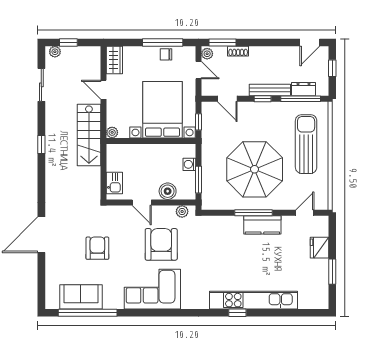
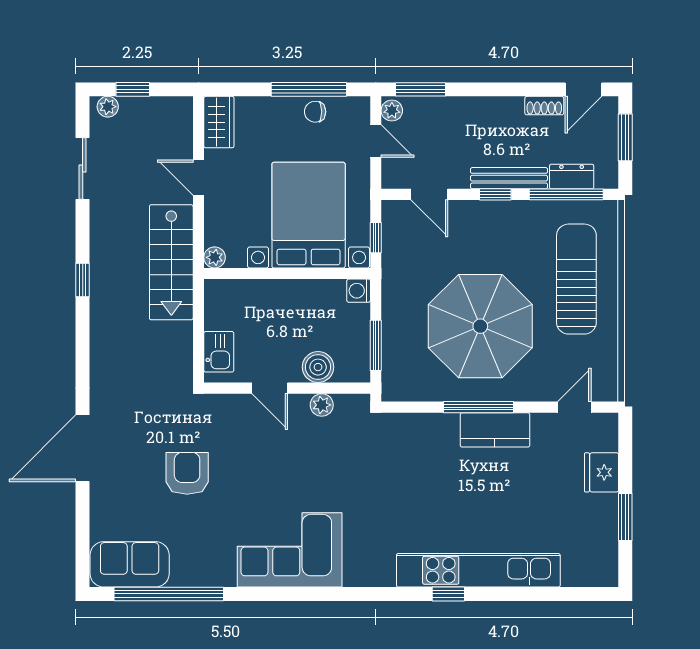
shoe rack: (238, 51) -> (544, 106), moved
window: (332, 68) -> (625, 137), width x1.50
washing machine: (189, 164) -> (359, 291), moved
plant: (182, 212) -> (322, 405), moved
armchair: (161, 244) -> (306, 466), removed
sofa: (81, 297) -> (130, 564), moved

